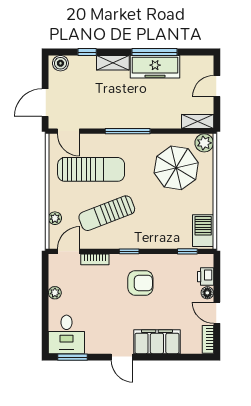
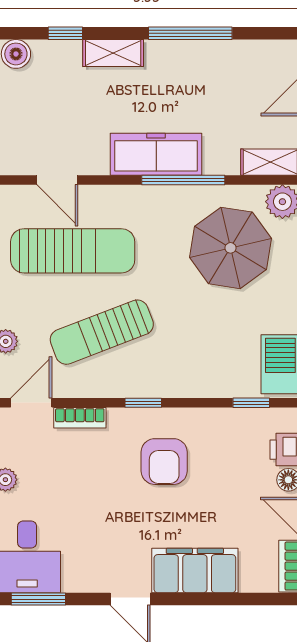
freezer: (155, 67) -> (156, 154), moved, turned 180
door: (68, 131) -> (57, 180), moved
window: (128, 131) -> (183, 180), moved
armchair: (140, 283) -> (164, 462), turned 90

